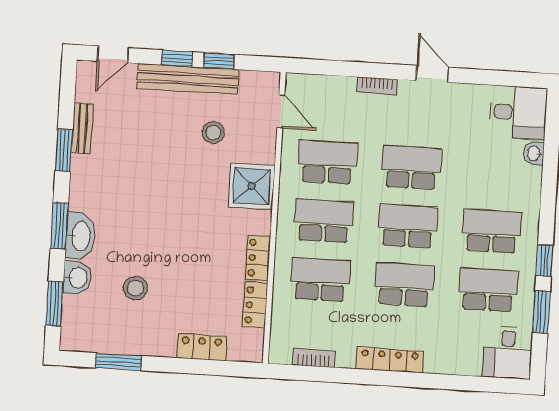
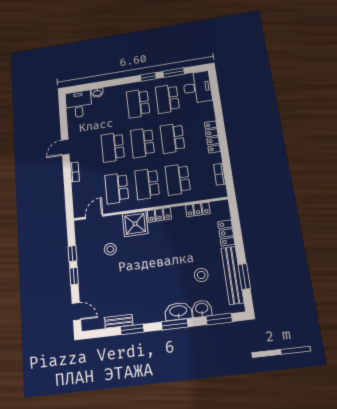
bench: (188, 79) -> (232, 275), moved
locker: (258, 258) -> (159, 215), moved
desk: (508, 352) -> (197, 87), width x1.37

